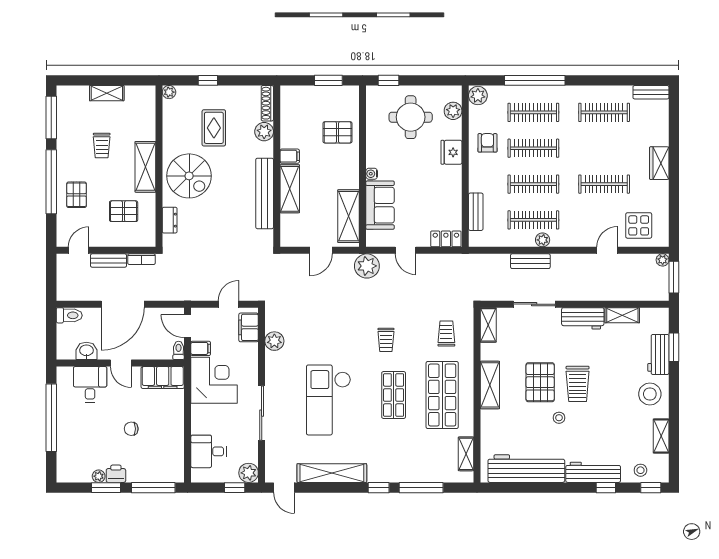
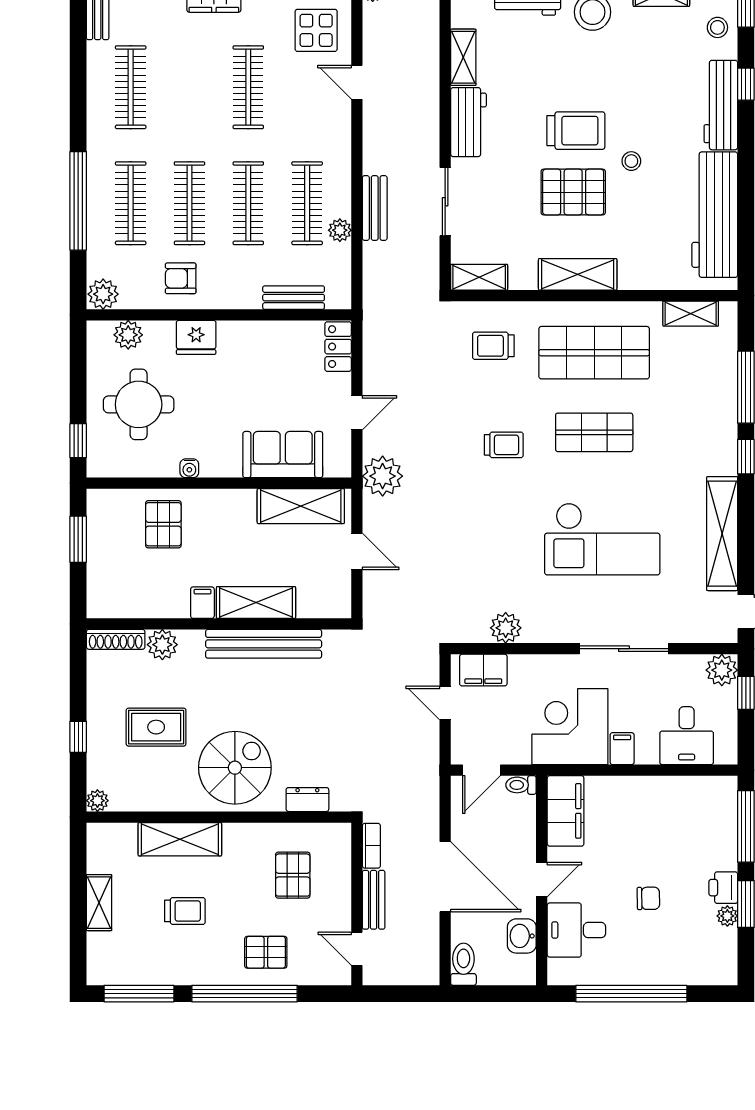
shelving: (145, 167) -> (180, 839), moved
water cooler: (372, 174) -> (189, 468), moved
plant: (543, 240) -> (340, 230), moved
filing cabinet: (201, 348) -> (622, 749), moved
chair: (131, 429) -> (648, 898), moved, turned -91

